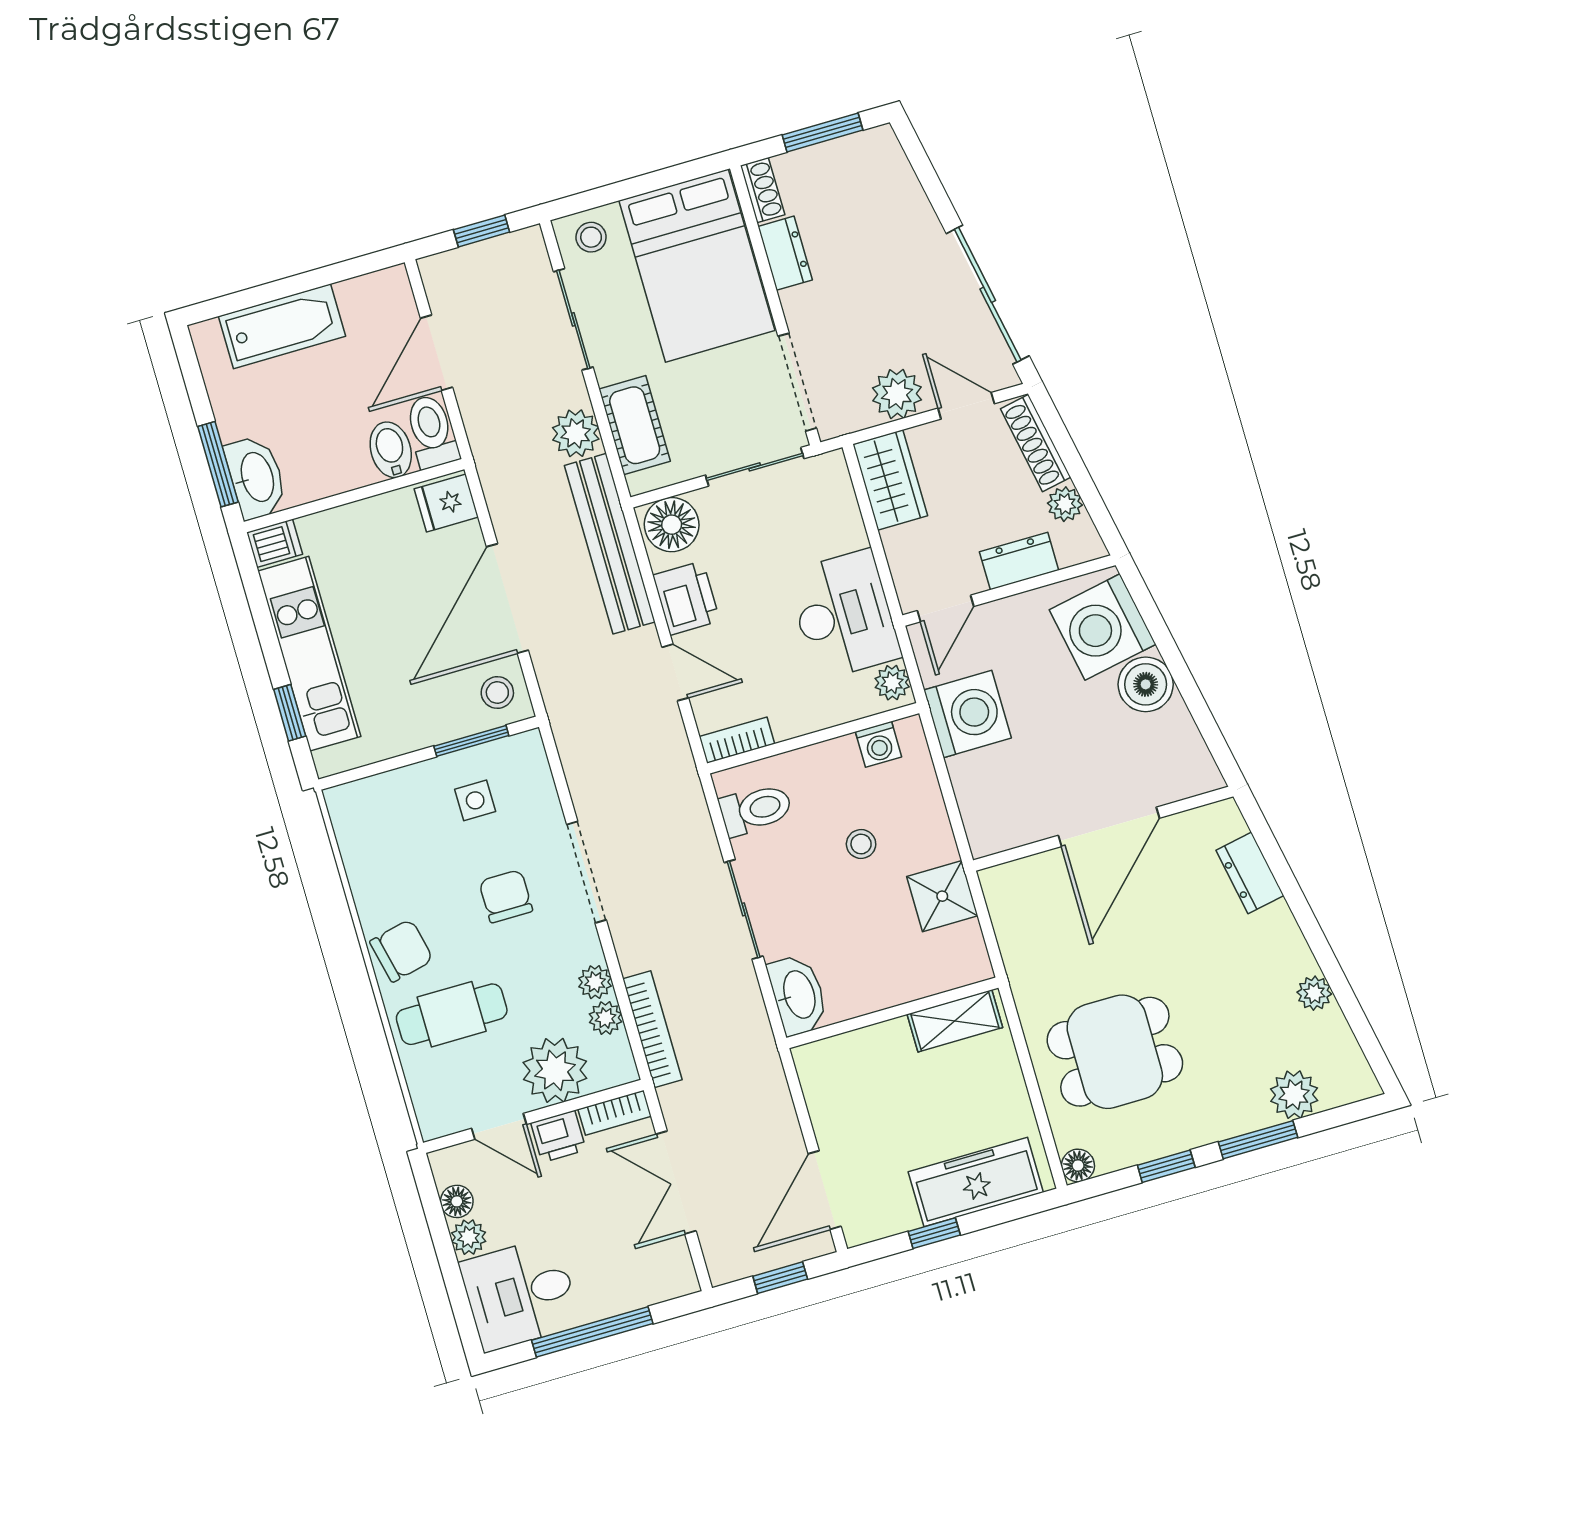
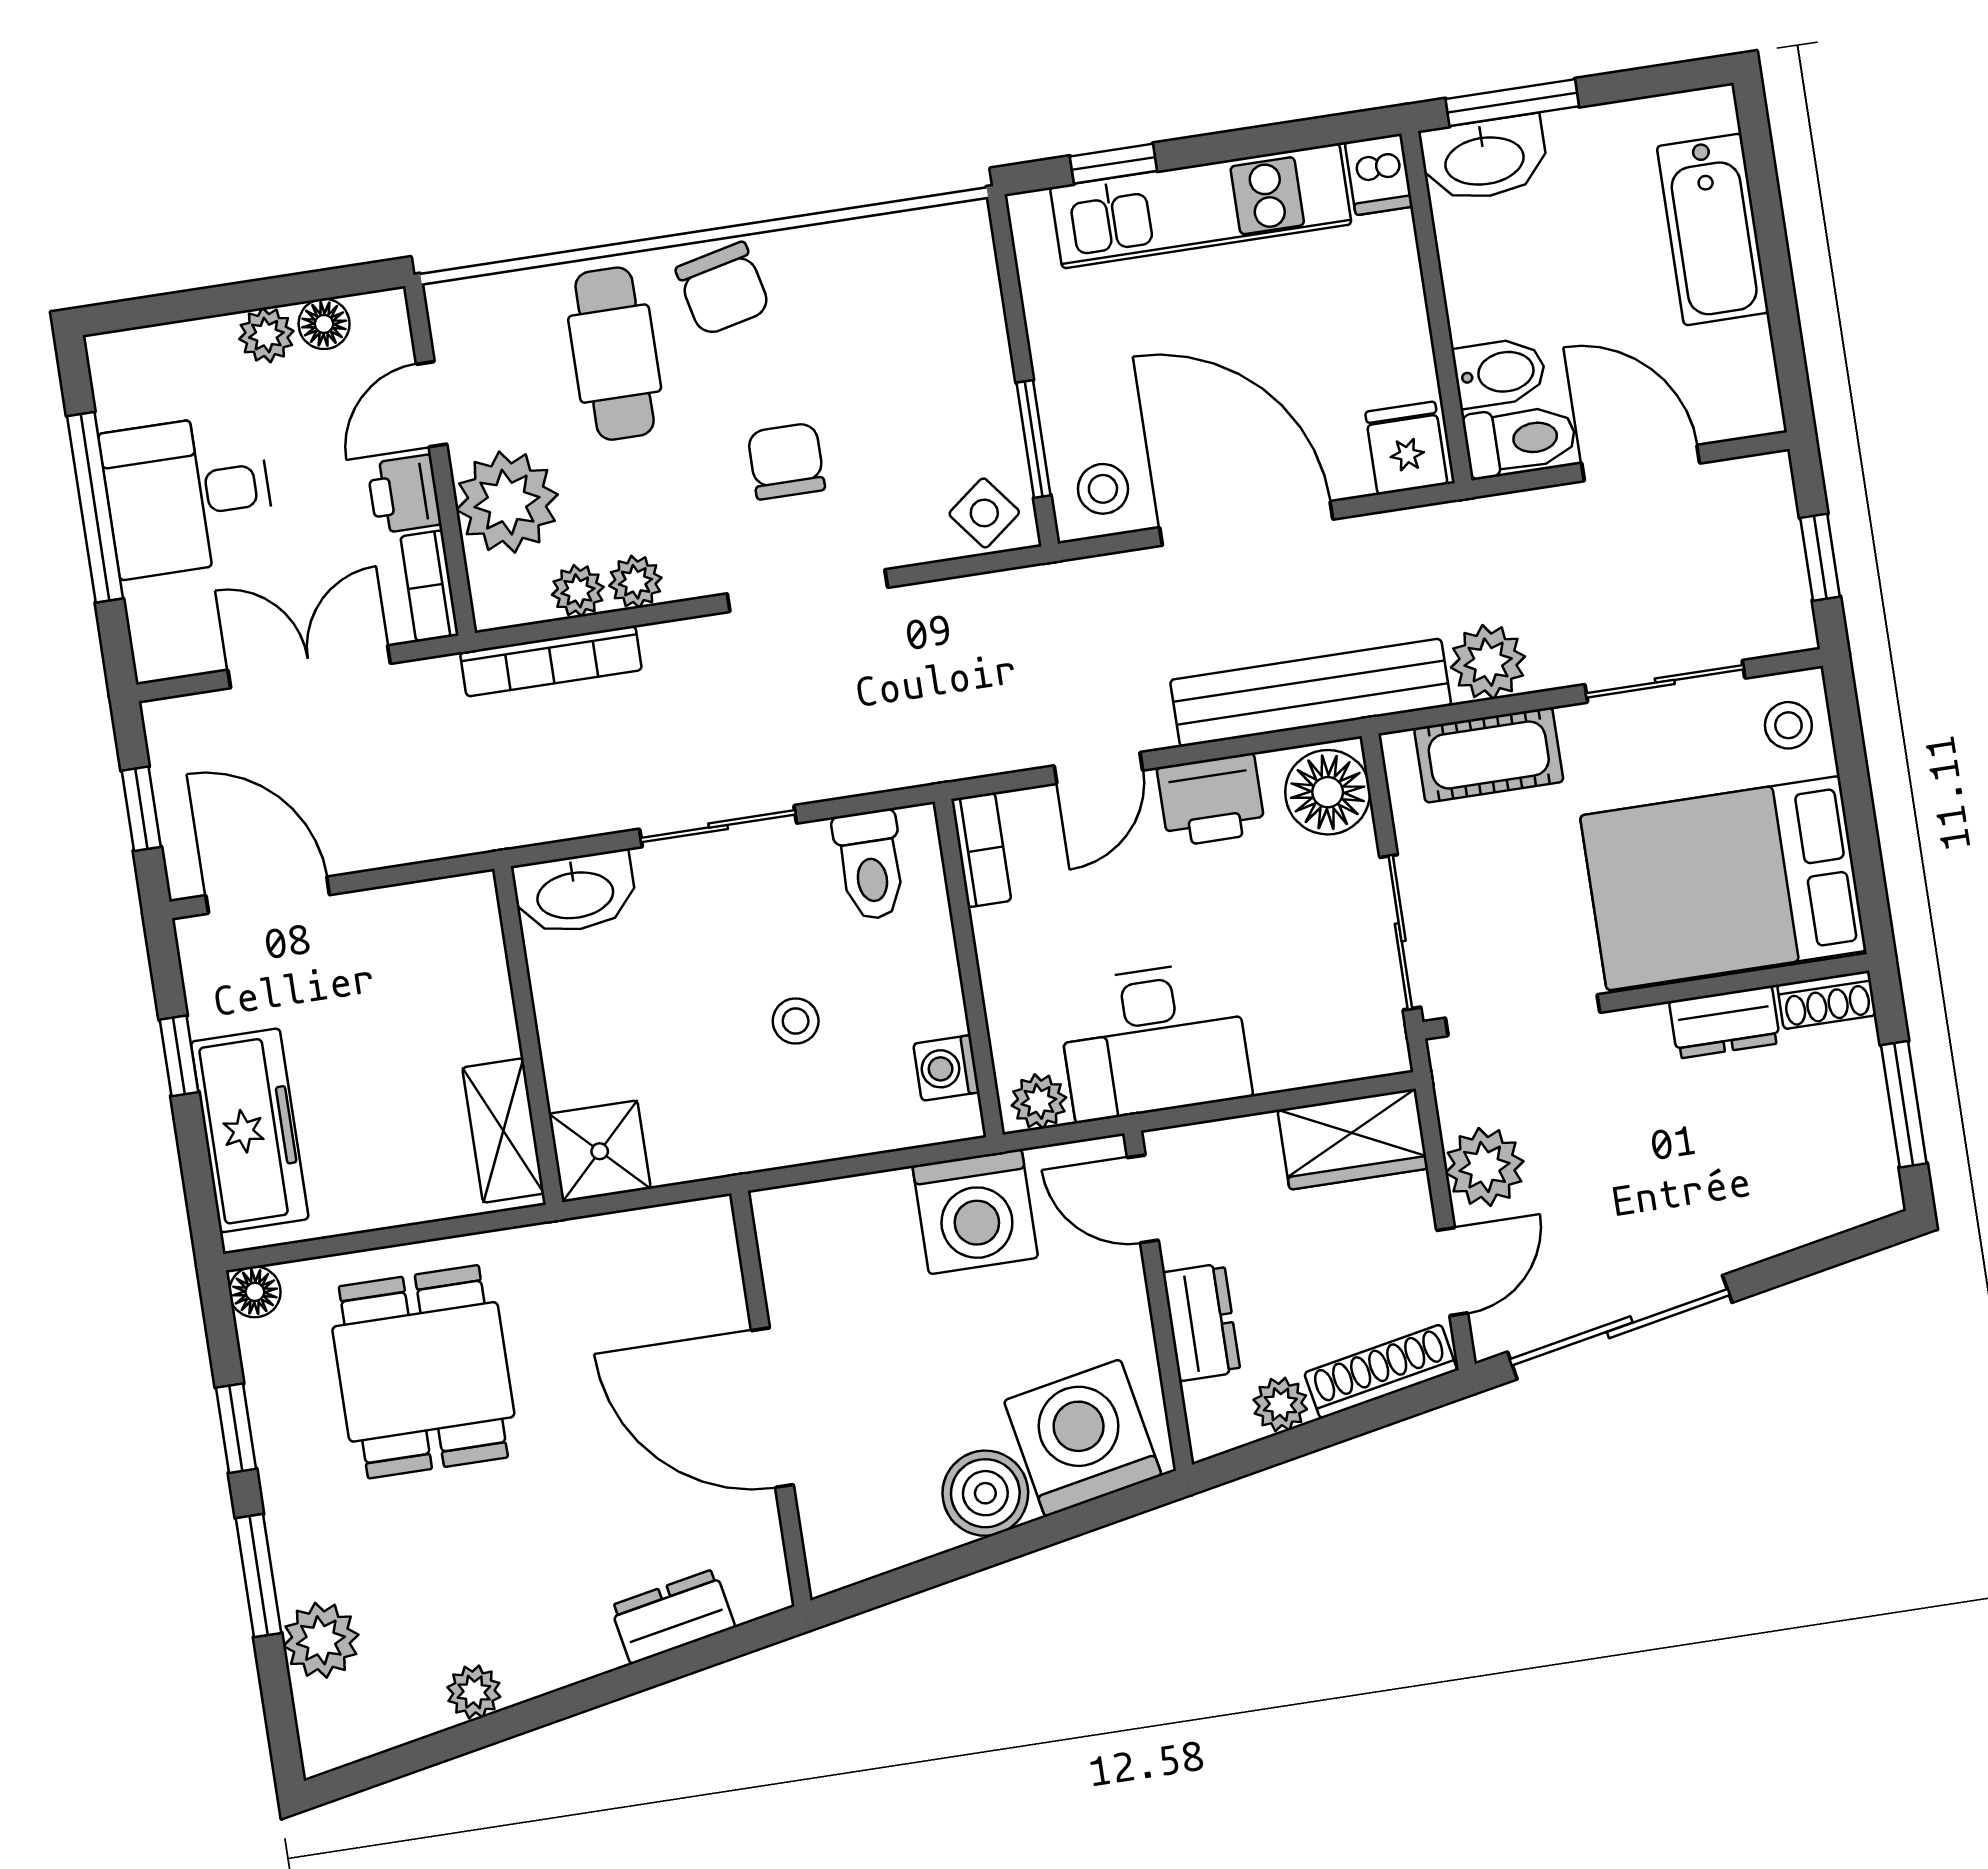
side table: (475, 800) -> (984, 513), moved, turned -38
chair: (506, 896) -> (786, 461), turned -90
shower: (942, 896) -> (600, 1151), moved
desk: (520, 1294) -> (188, 495), moved, turned -90

